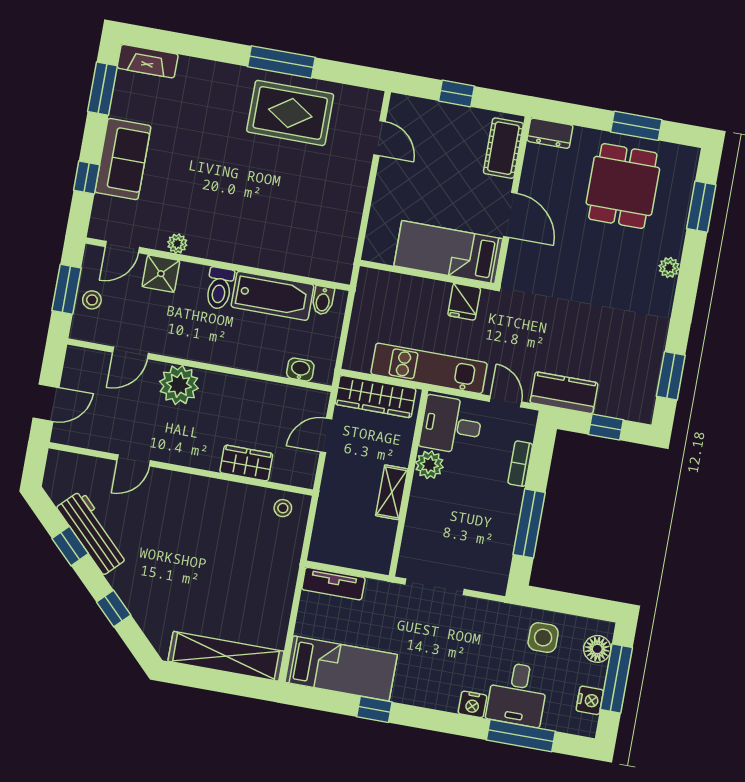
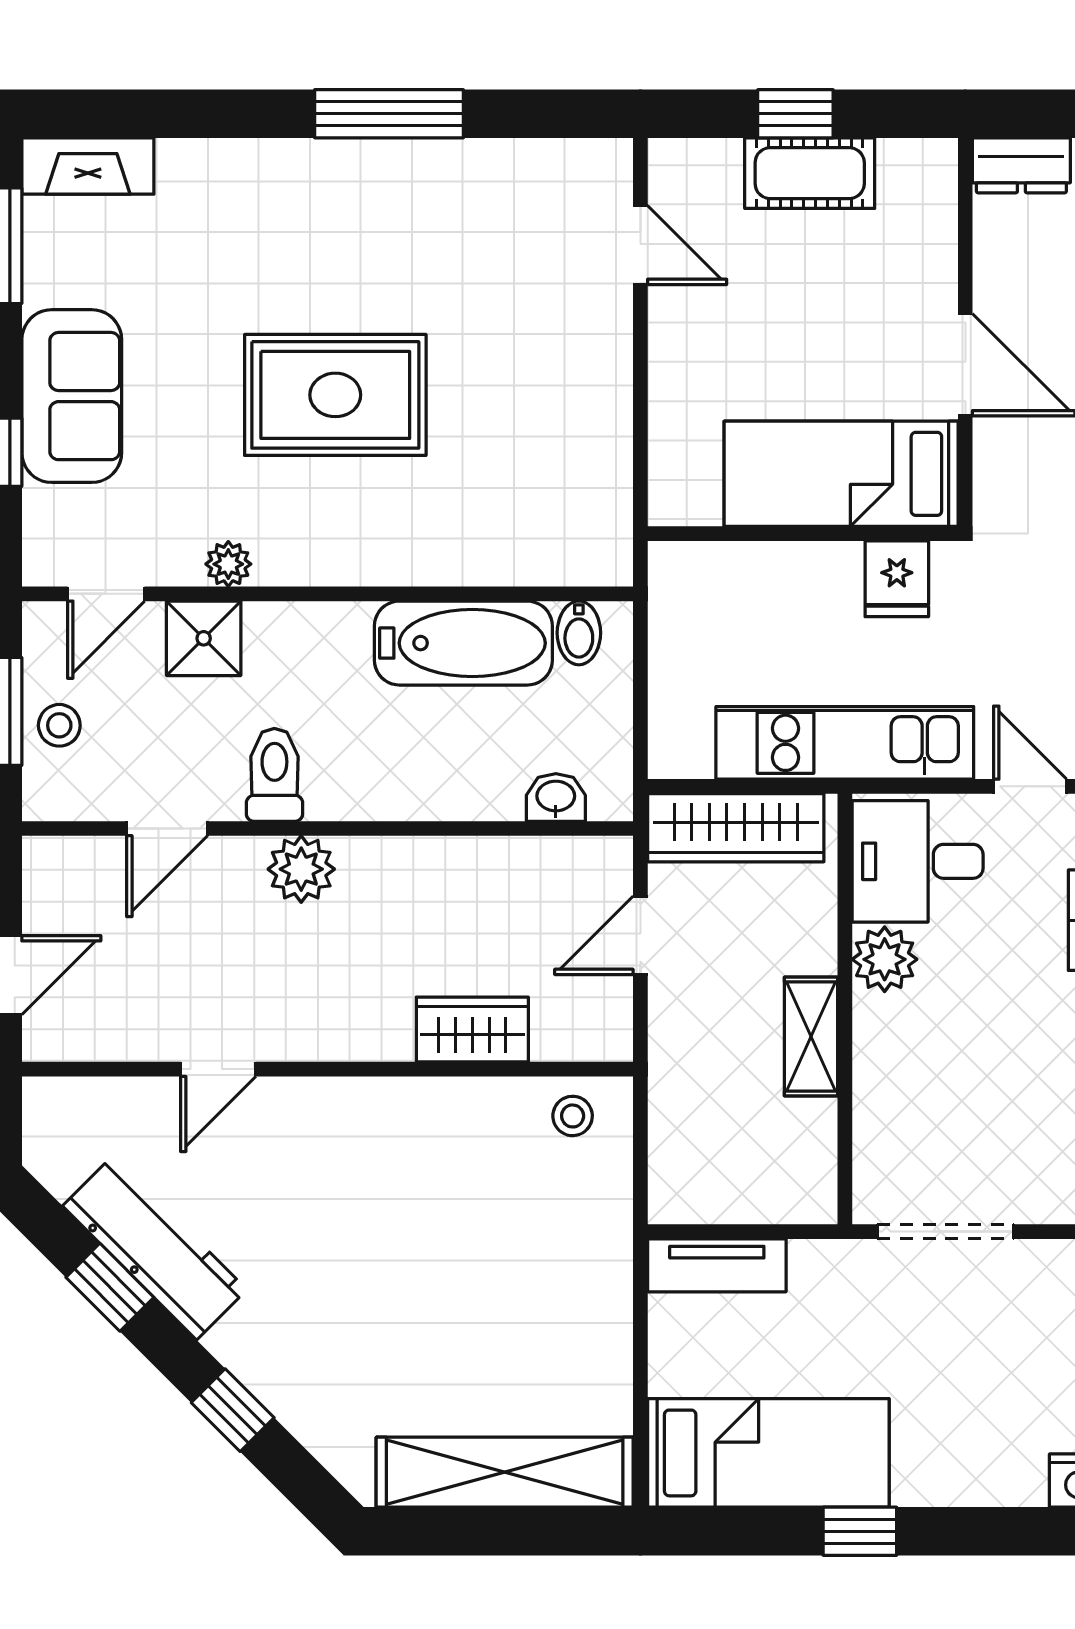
rug: (290, 113) -> (335, 395), moved
cot: (503, 148) -> (810, 173), moved, turned 90
toilet: (219, 288) -> (274, 775), moved, turned 180
plant: (179, 385) -> (301, 869), width x0.73, depth x0.73

